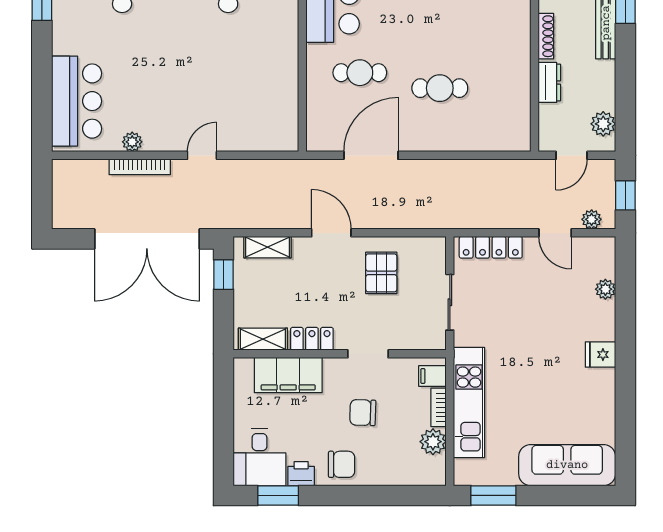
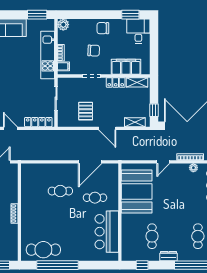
dresser: (549, 82) -> (13, 193), removed
booth: (264, 87) -> (137, 192), added
plant: (433, 442) -> (63, 25), moved
printer: (301, 474) -> (120, 24), removed

